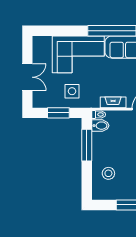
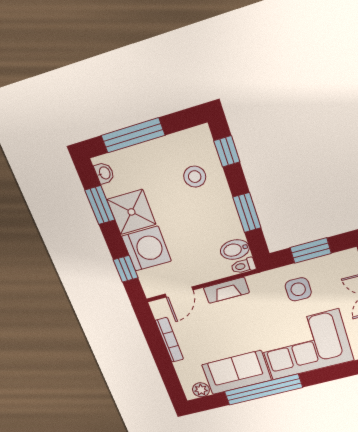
window: (87, 145) -> (247, 212), width x0.69
window: (87, 182) -> (227, 151), added

